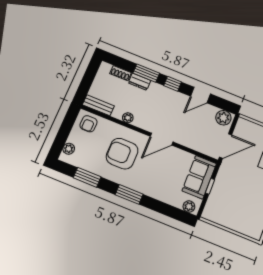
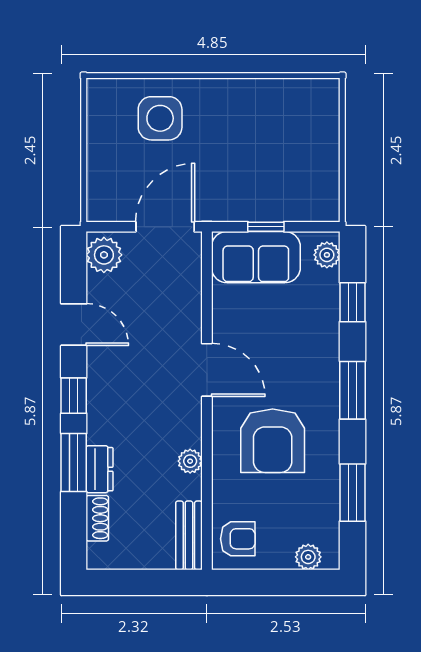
door: (225, 146) -> (165, 227), hinge flipped
window: (165, 209) -> (352, 302), added

